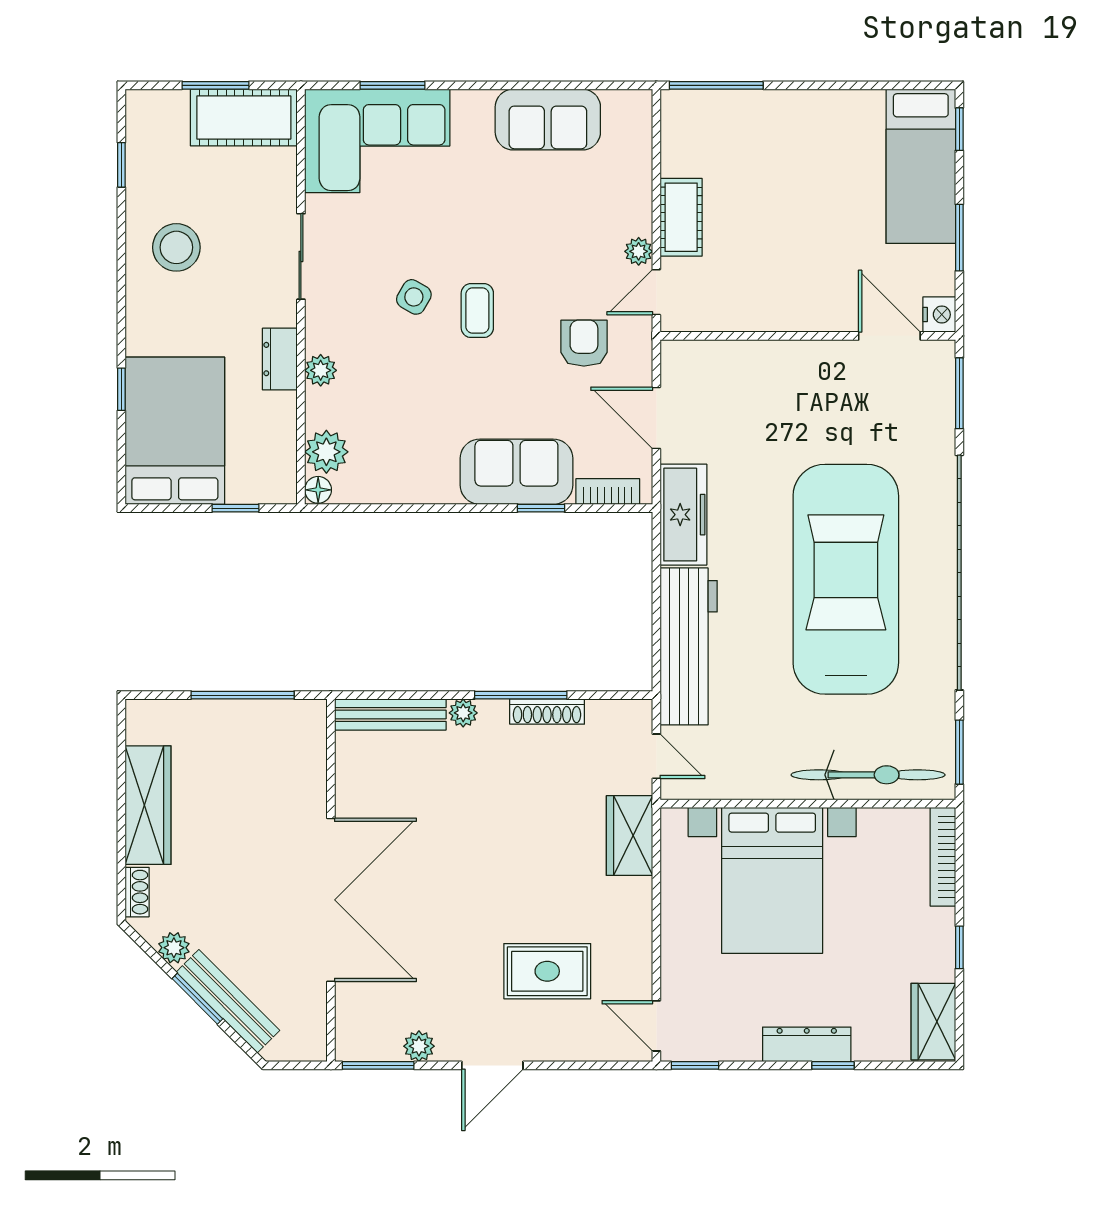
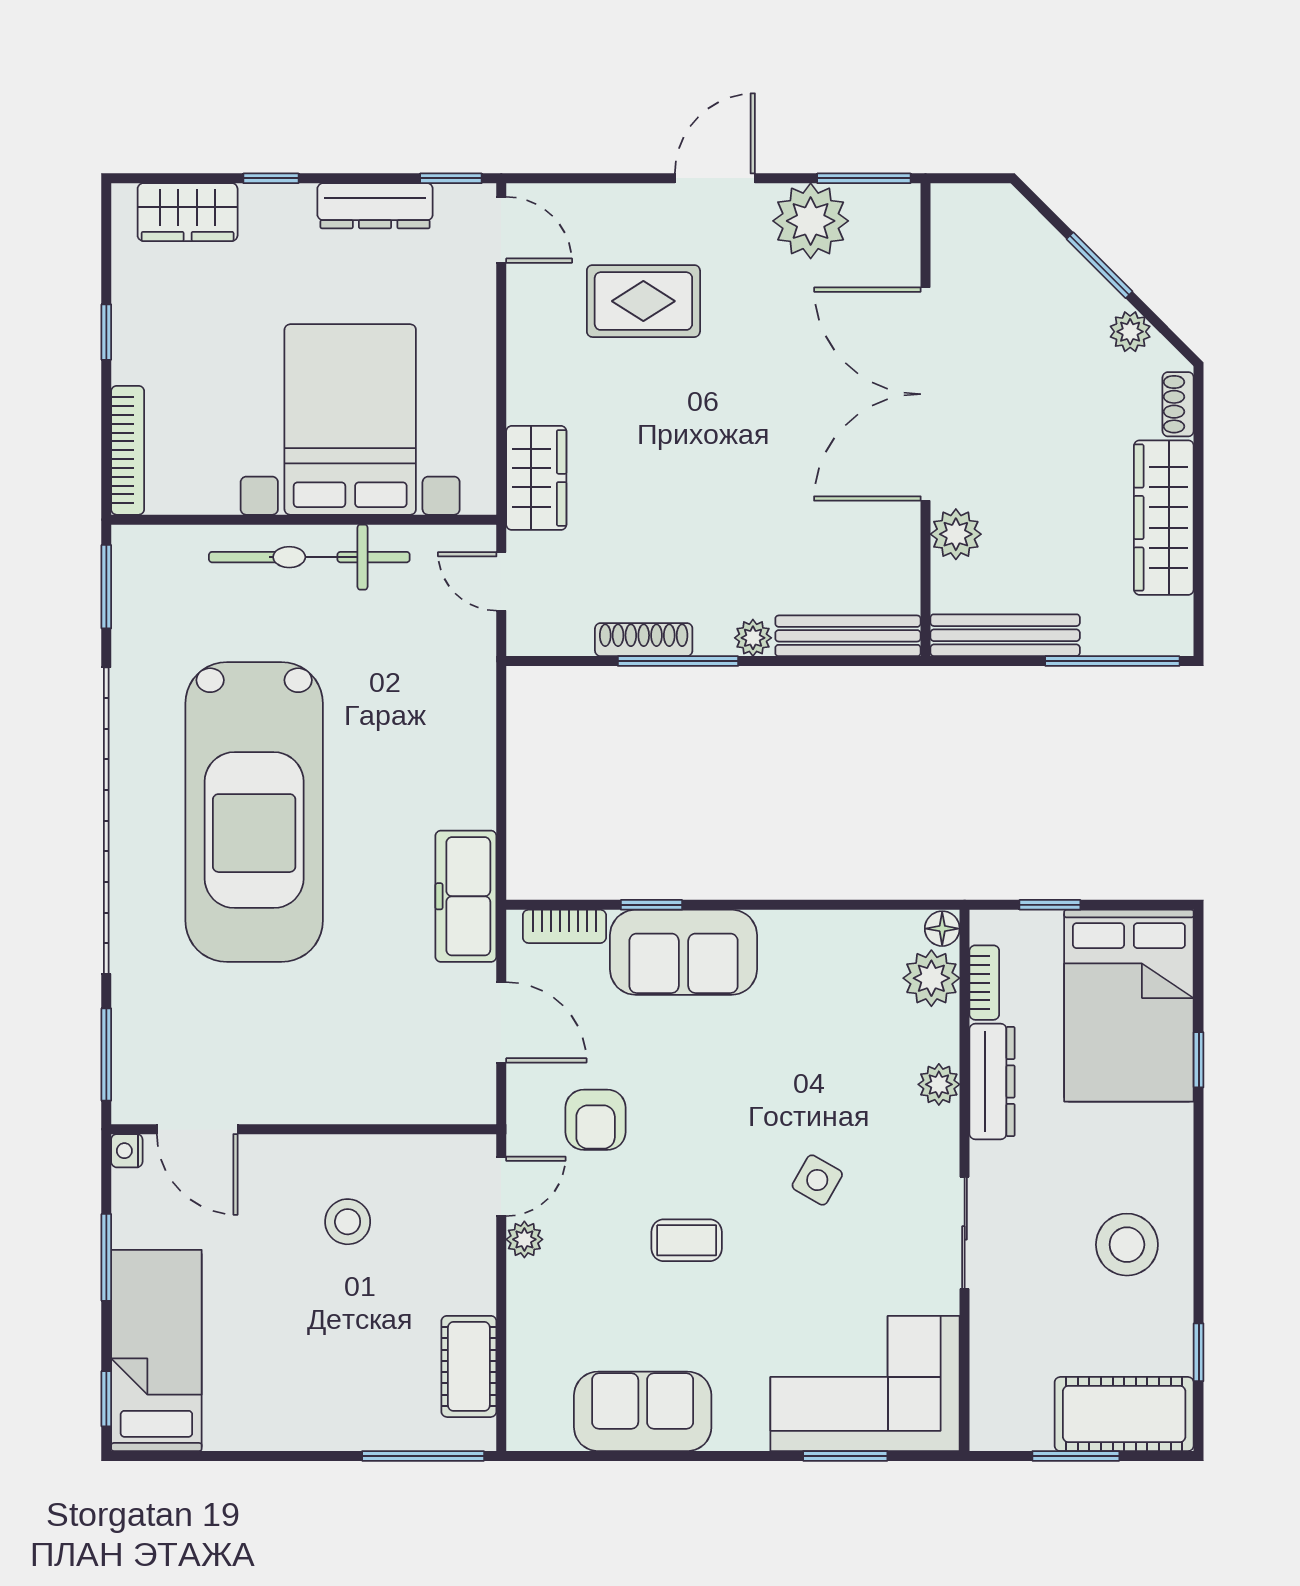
cot: (244, 117) -> (1124, 1414), moved
cot: (681, 217) -> (469, 1366), moved
stool: (774, 265) -> (348, 1222), added
coffee table: (477, 311) -> (687, 1240), moved, turned 90
nightstand: (939, 315) -> (127, 1151), width x0.72, depth x0.74
dresser: (280, 359) -> (992, 1082), width x1.44
bookcase: (286, 448) -> (984, 983), added
workbench: (689, 646) -> (459, 724), removed
window: (243, 695) -> (1112, 661), moved
bicycle: (868, 775) -> (309, 557), moved
plant: (308, 792) -> (956, 534), added
bench: (228, 1001) -> (1005, 635), moved, turned -45
wardrobe: (933, 1022) -> (188, 212), moved, turned 90
dresser: (807, 1044) -> (375, 206), moved
plant: (419, 1046) -> (811, 221), width x1.87, depth x1.87

